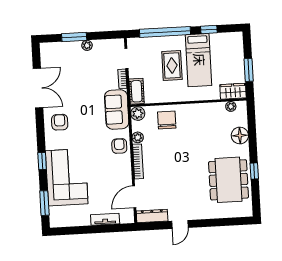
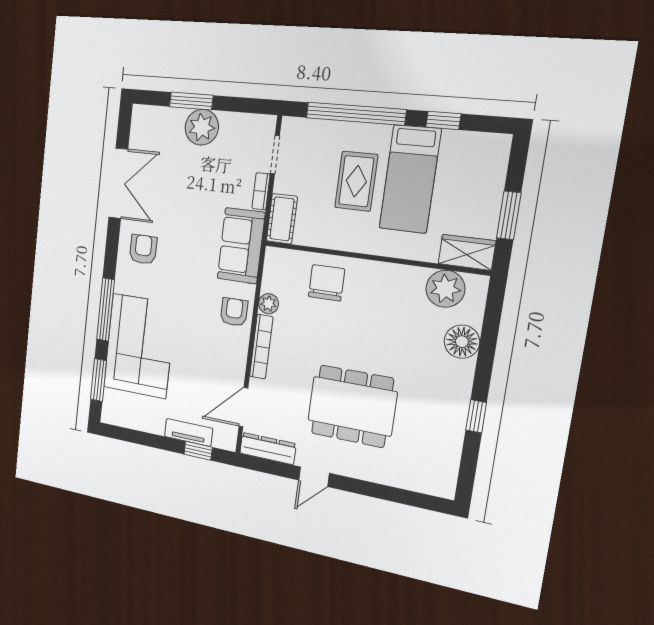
plant: (87, 45) -> (202, 127), width x1.87, depth x1.87
plant: (231, 106) -> (445, 289), width x1.88, depth x1.88
plant: (138, 114) -> (277, 260), removed
window: (42, 161) -> (106, 310), width x2.17
dining table: (229, 180) -> (352, 406), moved, turned 90
window: (113, 228) -> (198, 451), added

